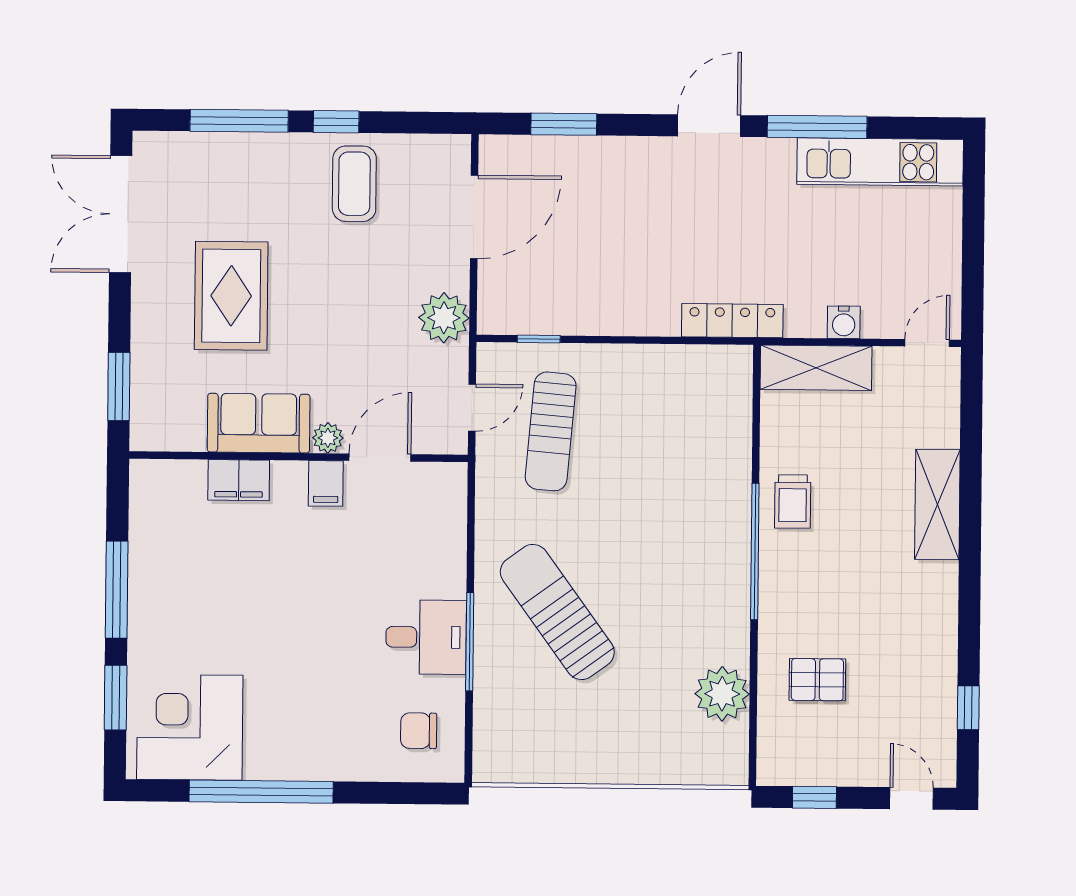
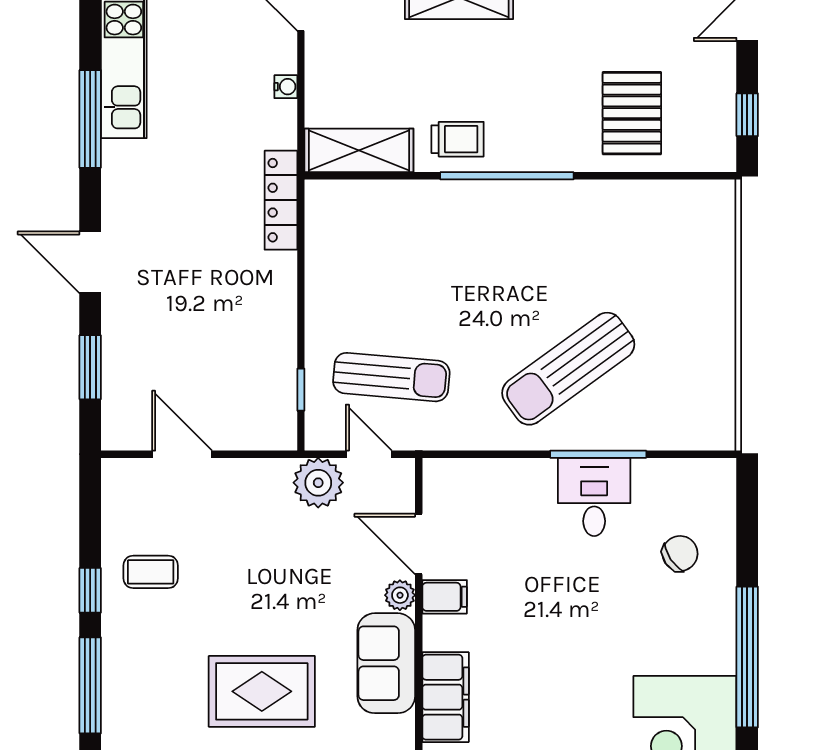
door: (709, 126) -> (90, 262), moved
coffee table: (354, 184) -> (151, 572), width x0.73, depth x0.77
door: (474, 217) -> (182, 454), width x0.73
plant: (444, 318) -> (318, 483), moved
water cooler: (844, 322) -> (286, 87), width x0.72, depth x0.72
shelving: (816, 368) -> (359, 150), moved, turned 90
filing cabinet: (239, 480) -> (446, 697), width x1.50, depth x1.17
pallet: (817, 680) -> (632, 113), width x1.50, depth x1.42
plant: (722, 694) -> (647, 206), removed
chair: (419, 731) -> (680, 553), moved, turned -124

